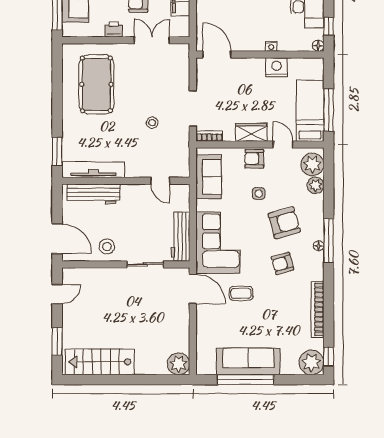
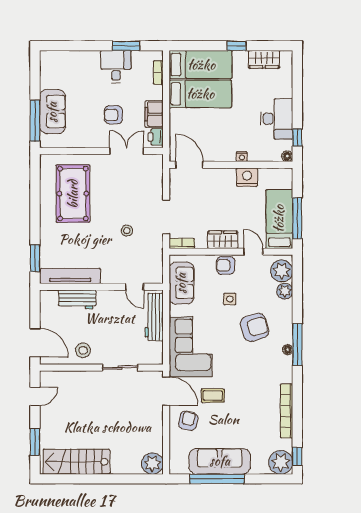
printer: (114, 29) -> (156, 137), moved, turned -90
workbench: (94, 194) -> (77, 299), width x0.73
workbench: (180, 237) -> (154, 317), moved
armchair: (283, 263) -> (188, 421), moved, turned 118

